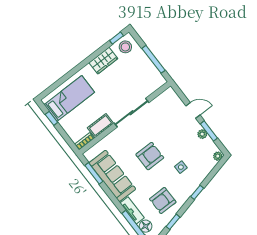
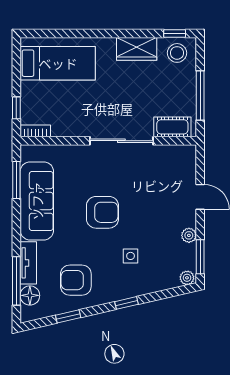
window: (51, 118) -> (16, 108), moved
cot: (100, 126) -> (172, 127), moved
window: (209, 131) -> (200, 257), moved

